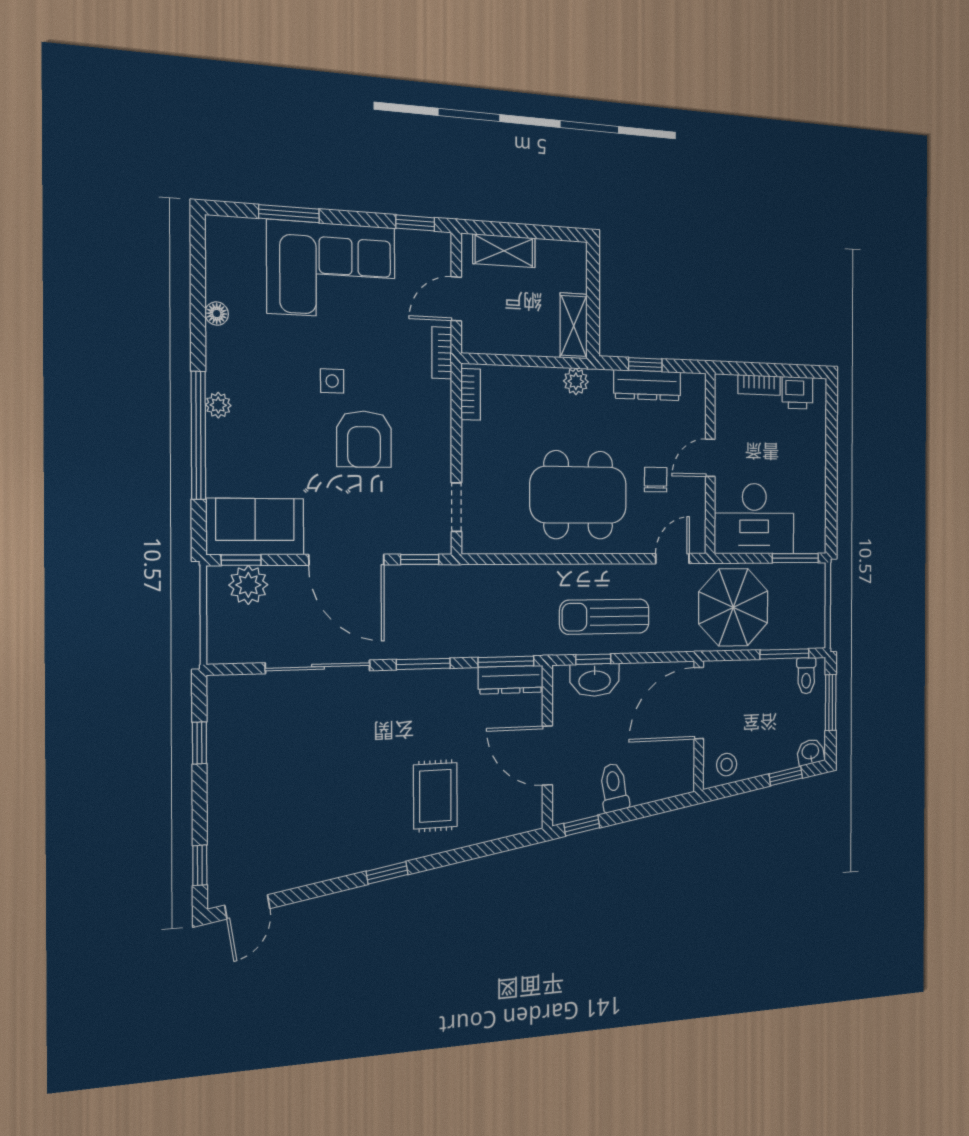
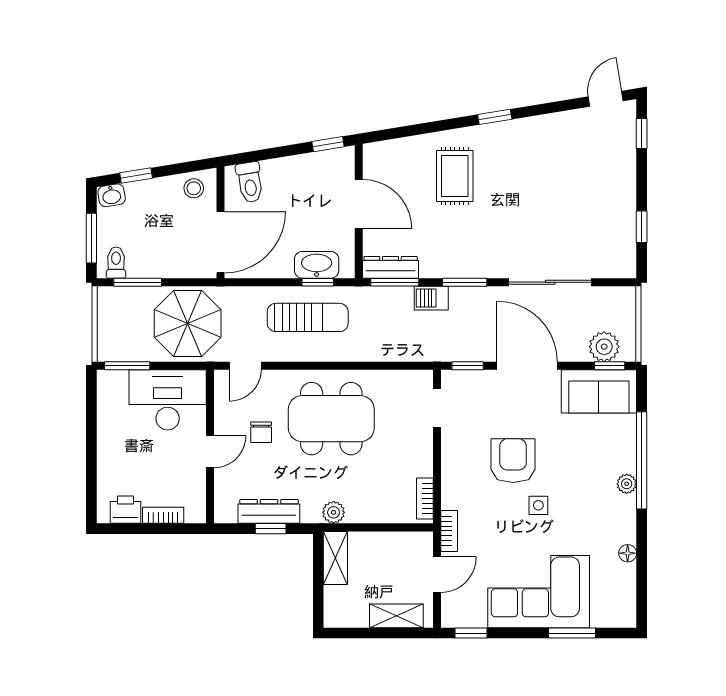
barbecue: (463, 643) -> (431, 298), added
toilet: (614, 788) -> (250, 182), moved

